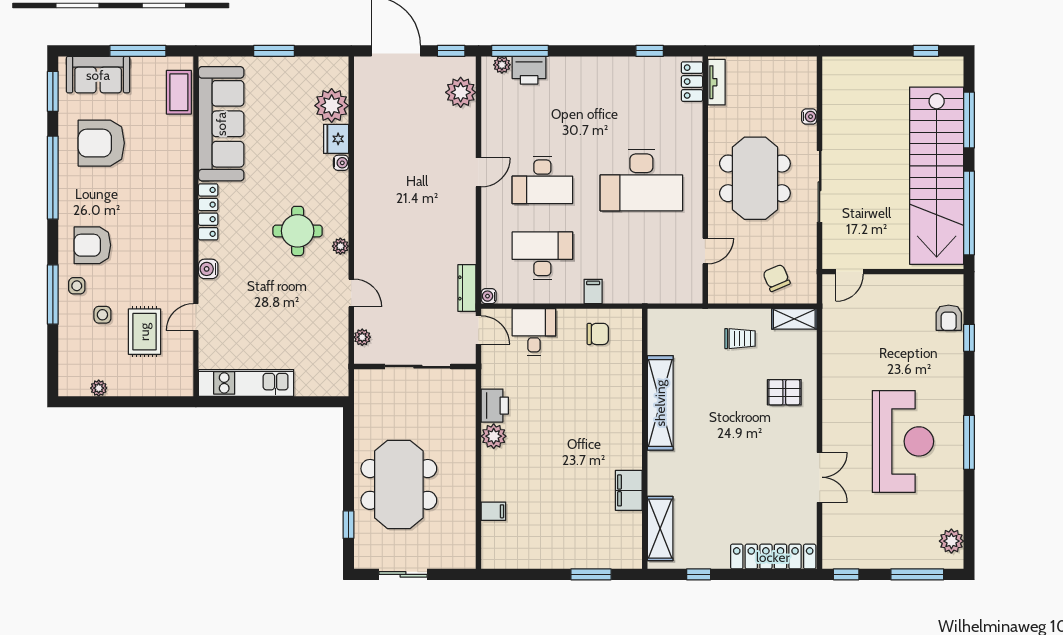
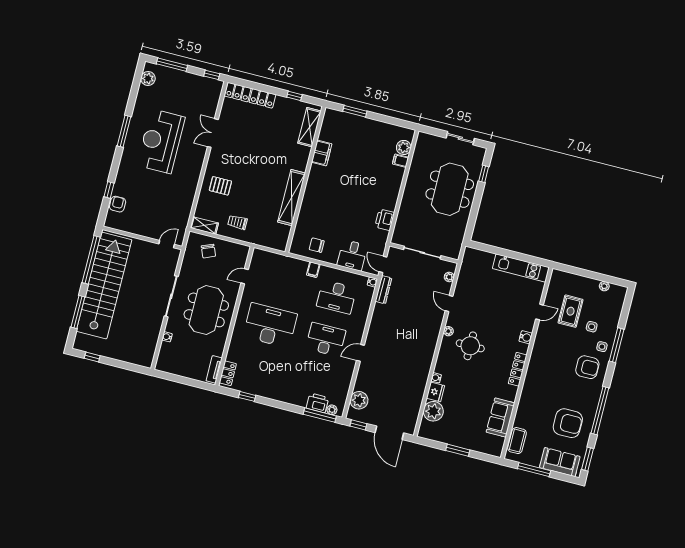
sofa: (221, 124) -> (501, 418), width x0.54, depth x0.79
plant: (494, 436) -> (404, 147), moved

